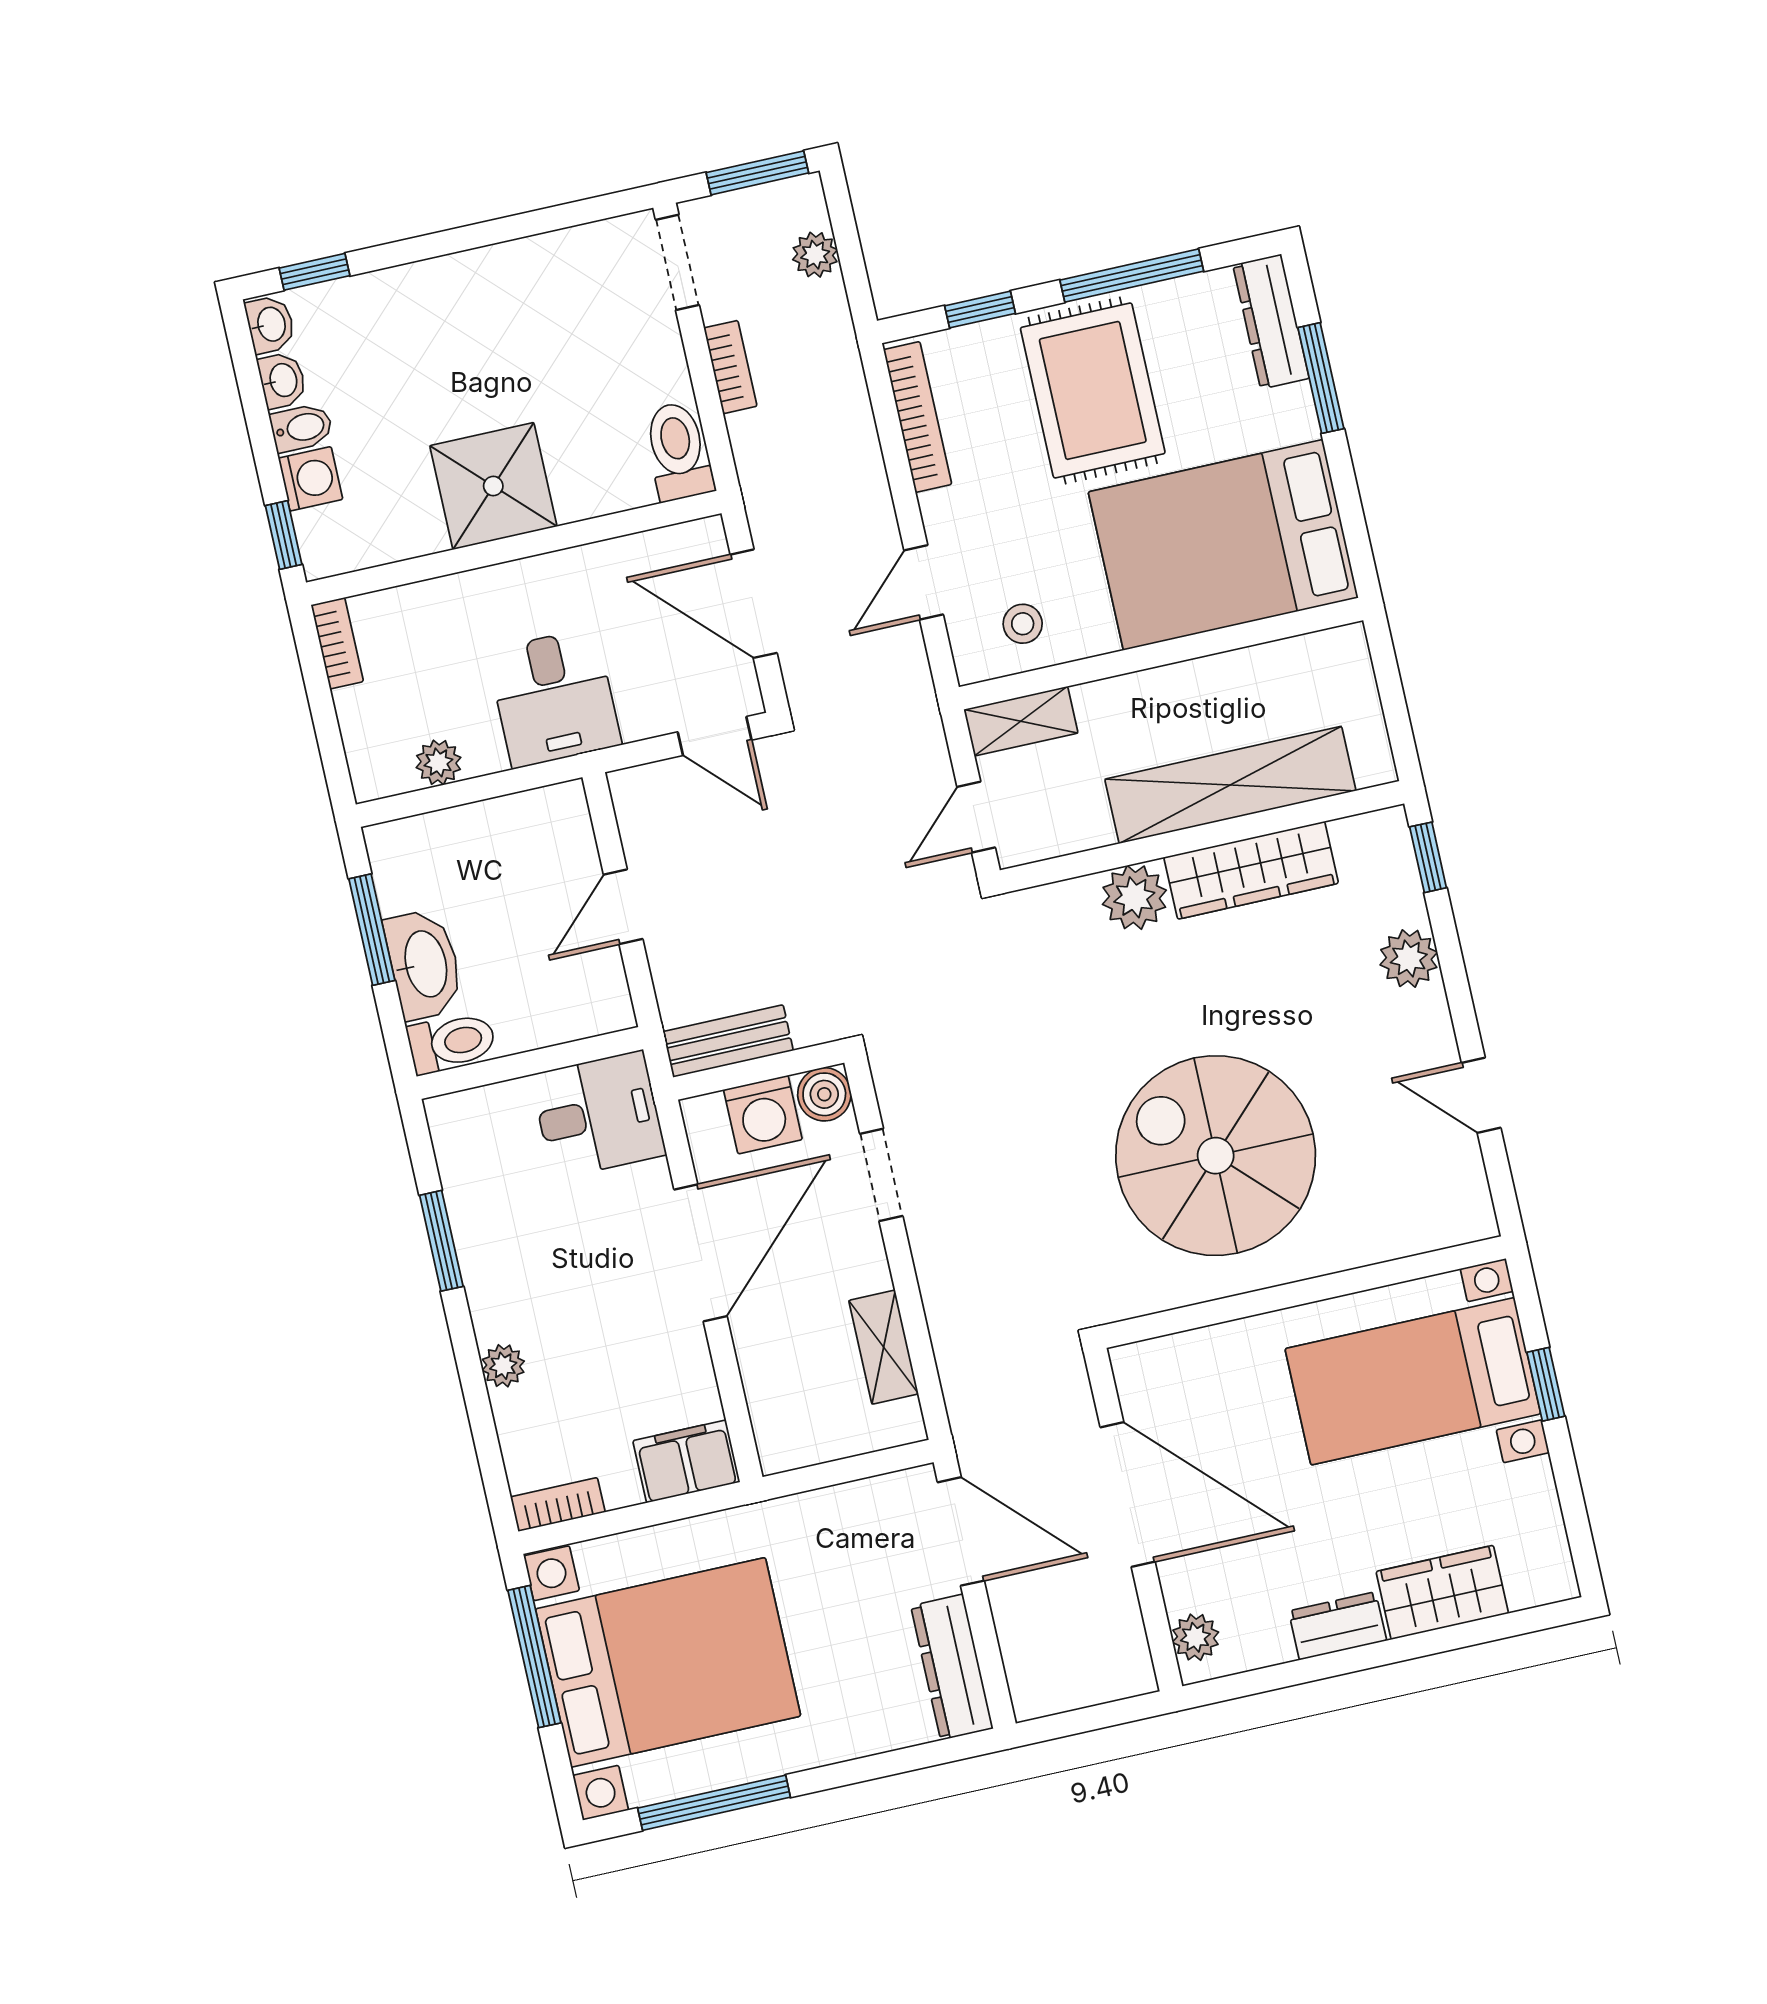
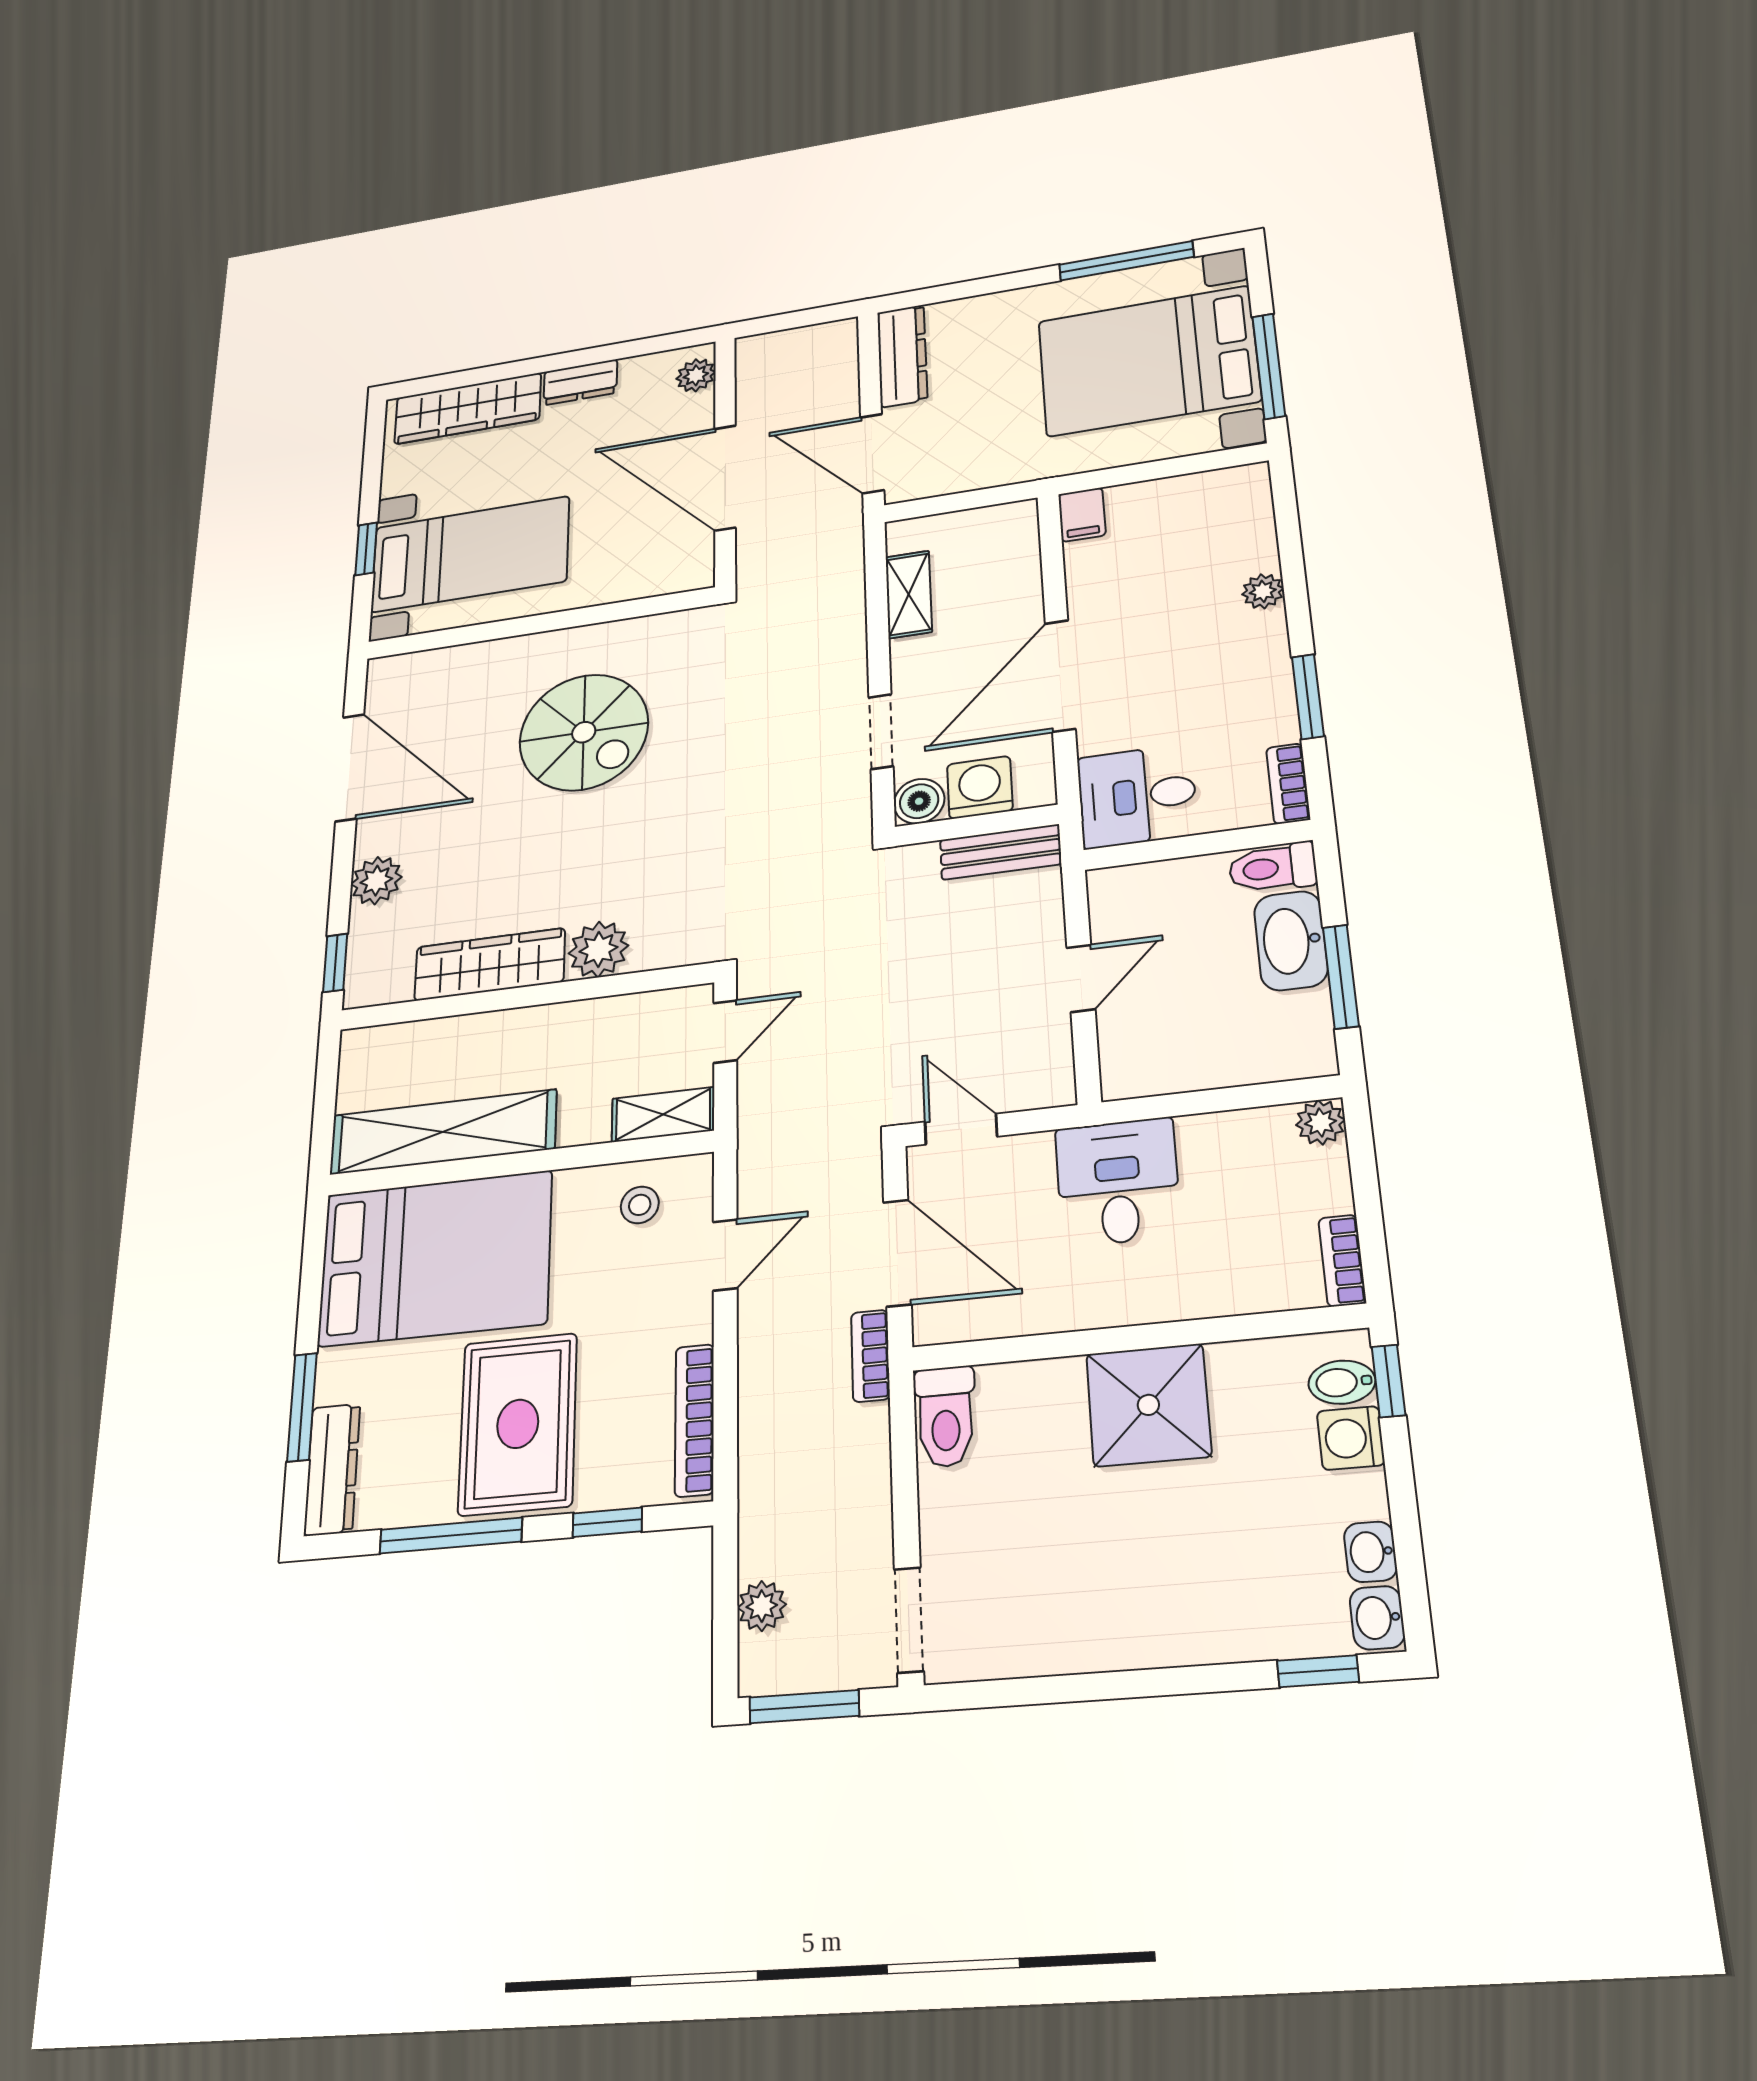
bookcase: (730, 367) -> (870, 1356), moved
bidet: (302, 428) -> (1342, 1382), moved
plant: (438, 762) -> (1320, 1122), moved
shelving: (1230, 785) -> (443, 1132), moved
door: (1481, 1095) -> (350, 767), width x1.87
spiral stairs: (1216, 1156) -> (584, 732), width x0.73, depth x0.73
filing cabinet: (686, 1461) -> (1082, 515), width x0.50
bookcase: (558, 1505) -> (1288, 784), moved, turned 90
wardrobe: (1442, 1592) -> (468, 409), width x1.50

